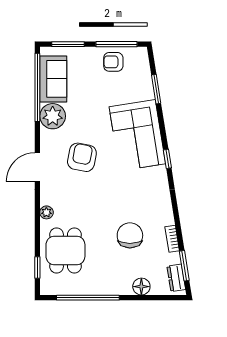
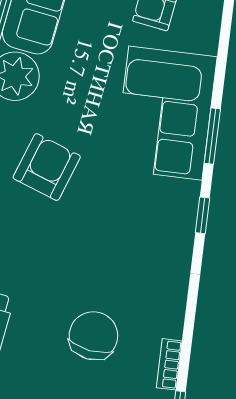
window: (156, 89) -> (212, 136), moved
corner sofa: (137, 135) -> (165, 113), moved

